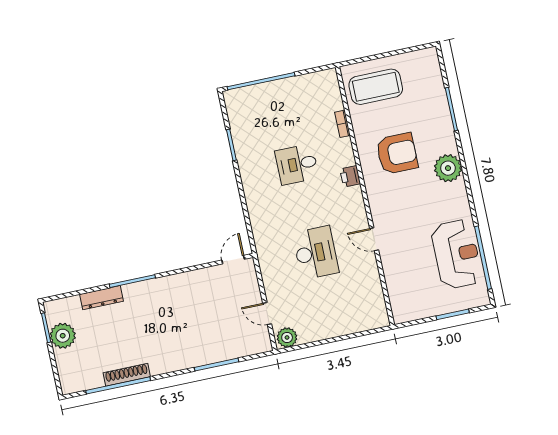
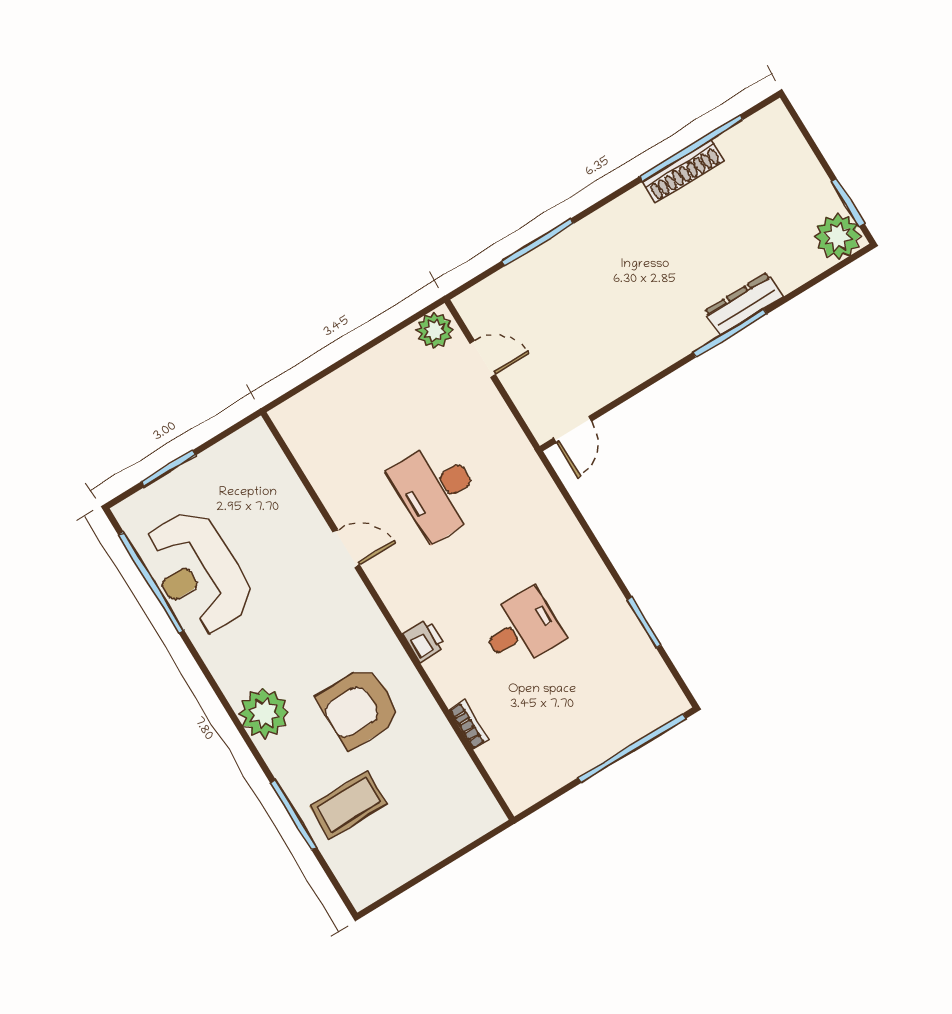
coffee table: (376, 87) -> (348, 805), moved, width x0.73, depth x0.76
dresser: (101, 298) -> (743, 304), moved
plant: (63, 336) -> (838, 236), moved

